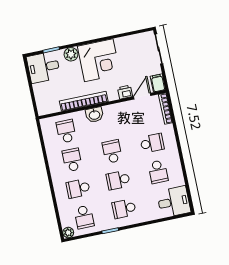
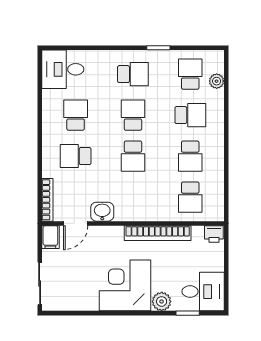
printer: (125, 92) -> (214, 234), moved
washbasin: (94, 115) -> (102, 212), moved
school desk: (118, 180) -> (133, 115), turned -90
plant: (68, 233) -> (217, 81), moved

